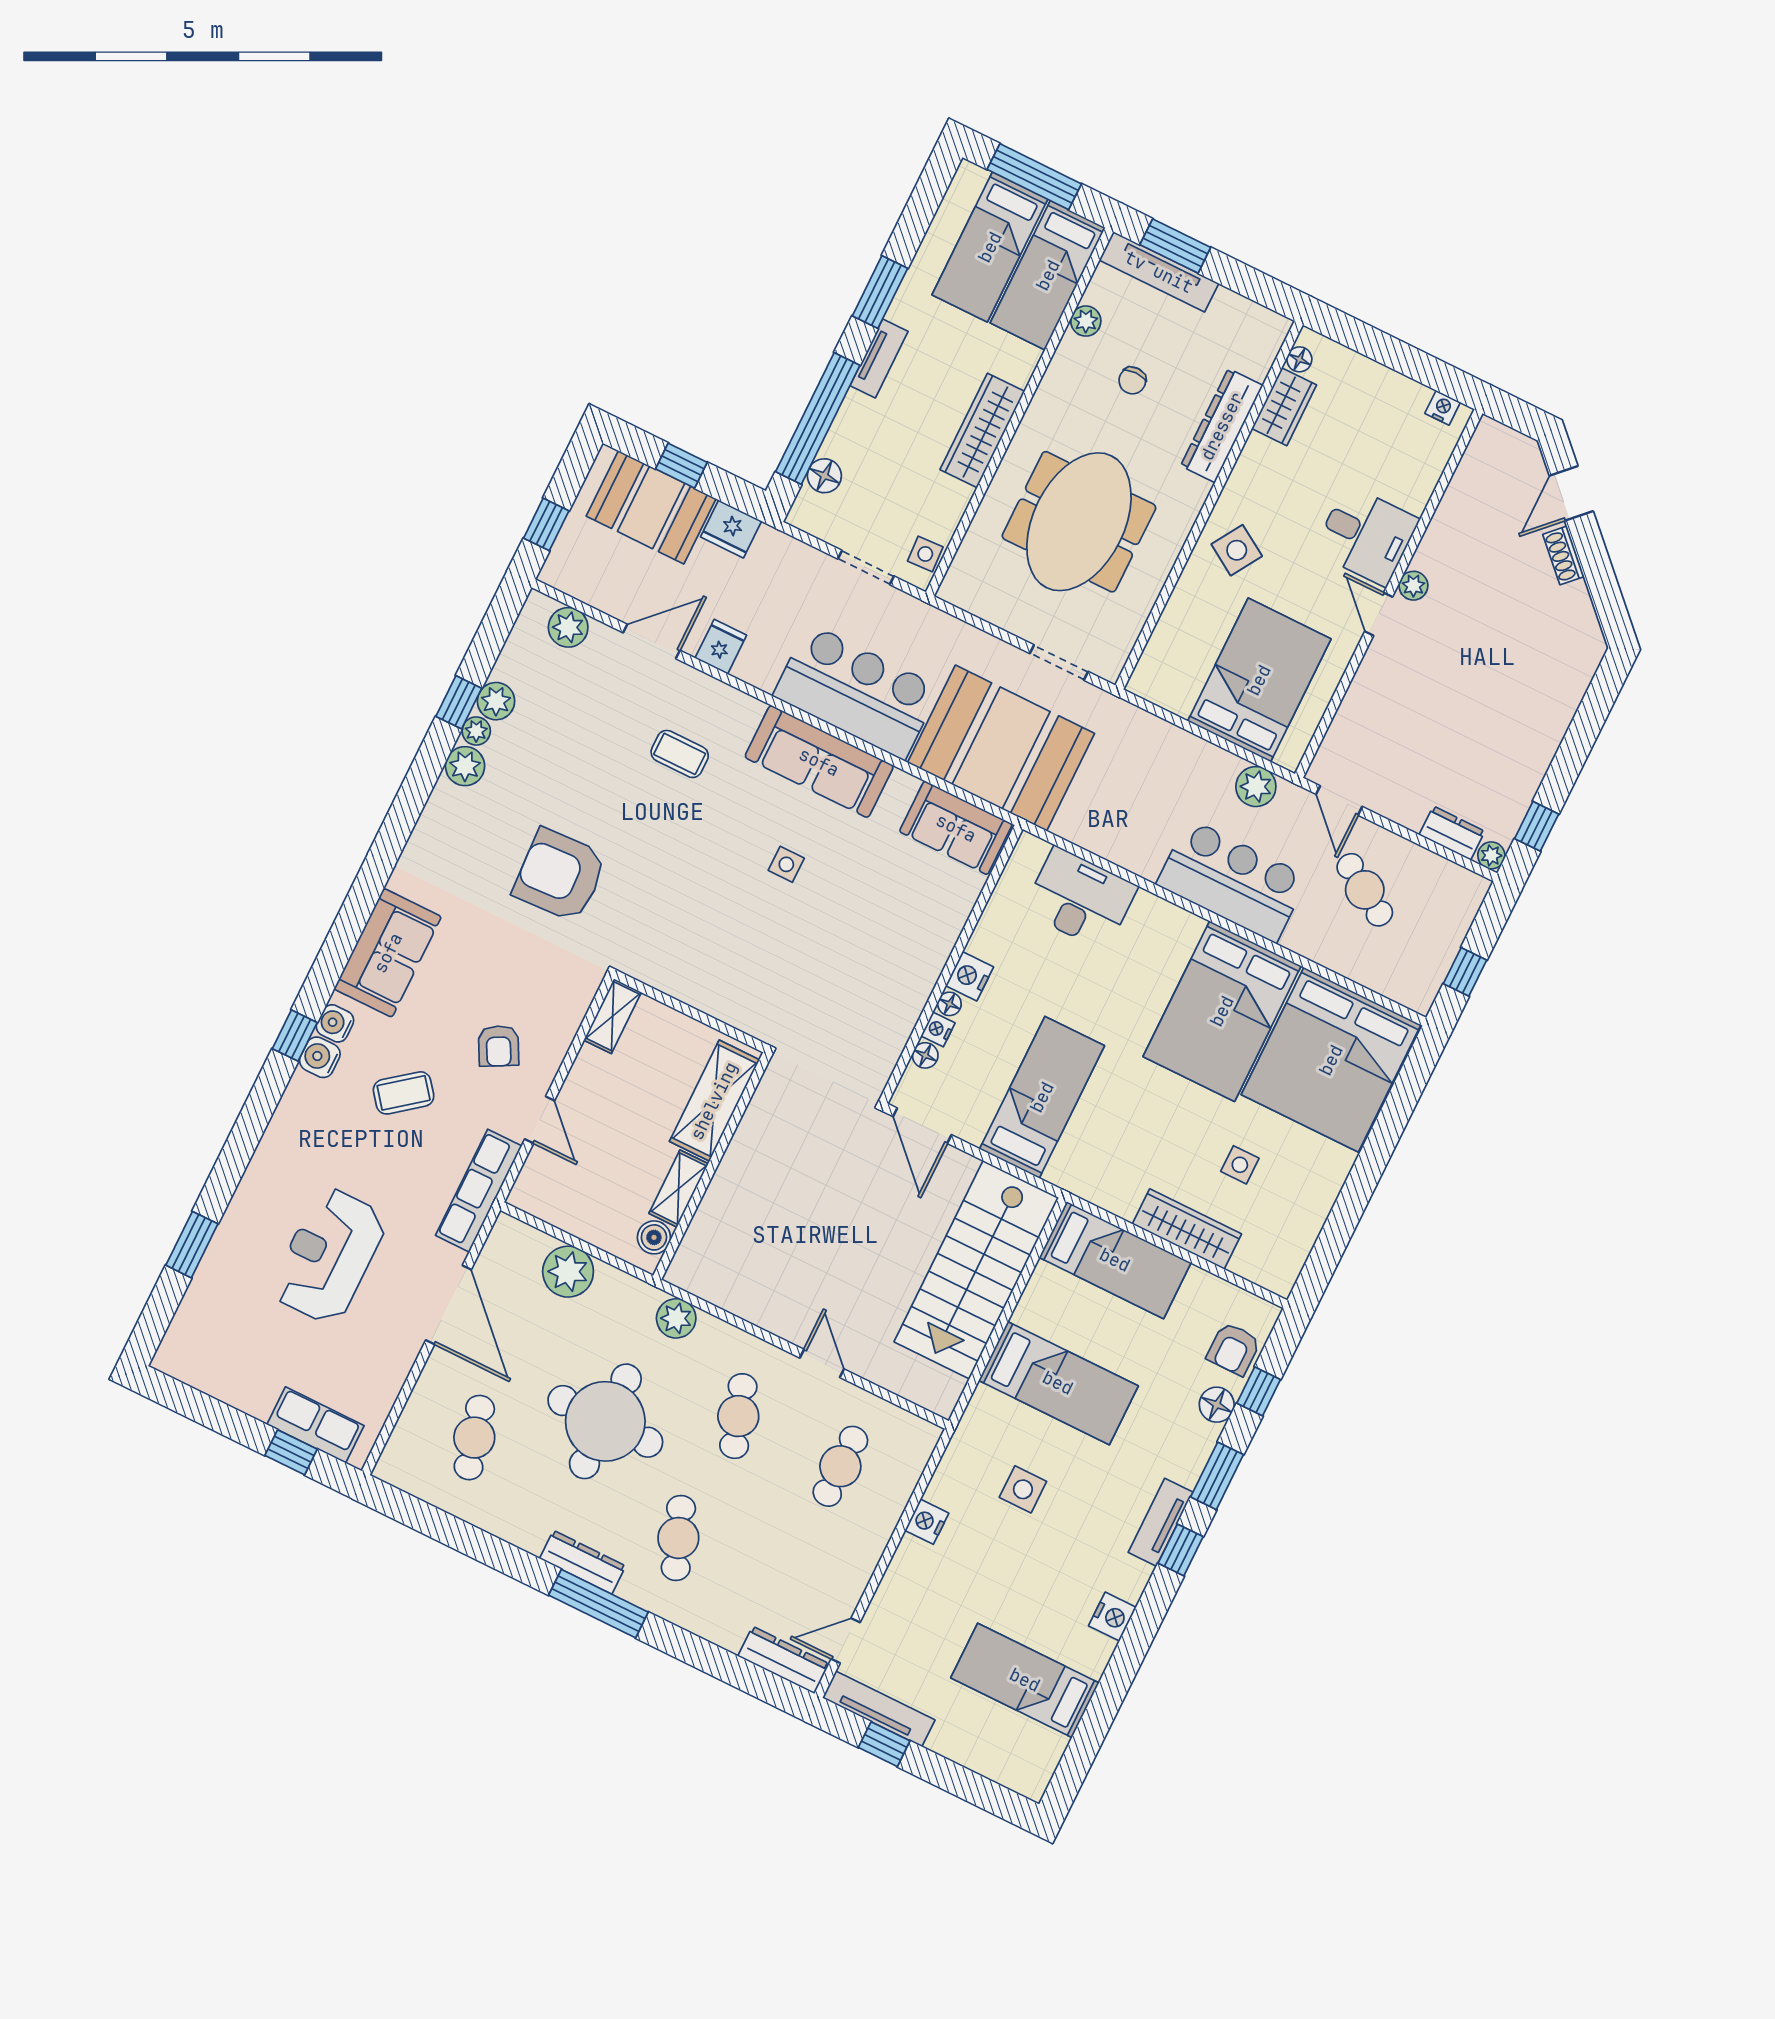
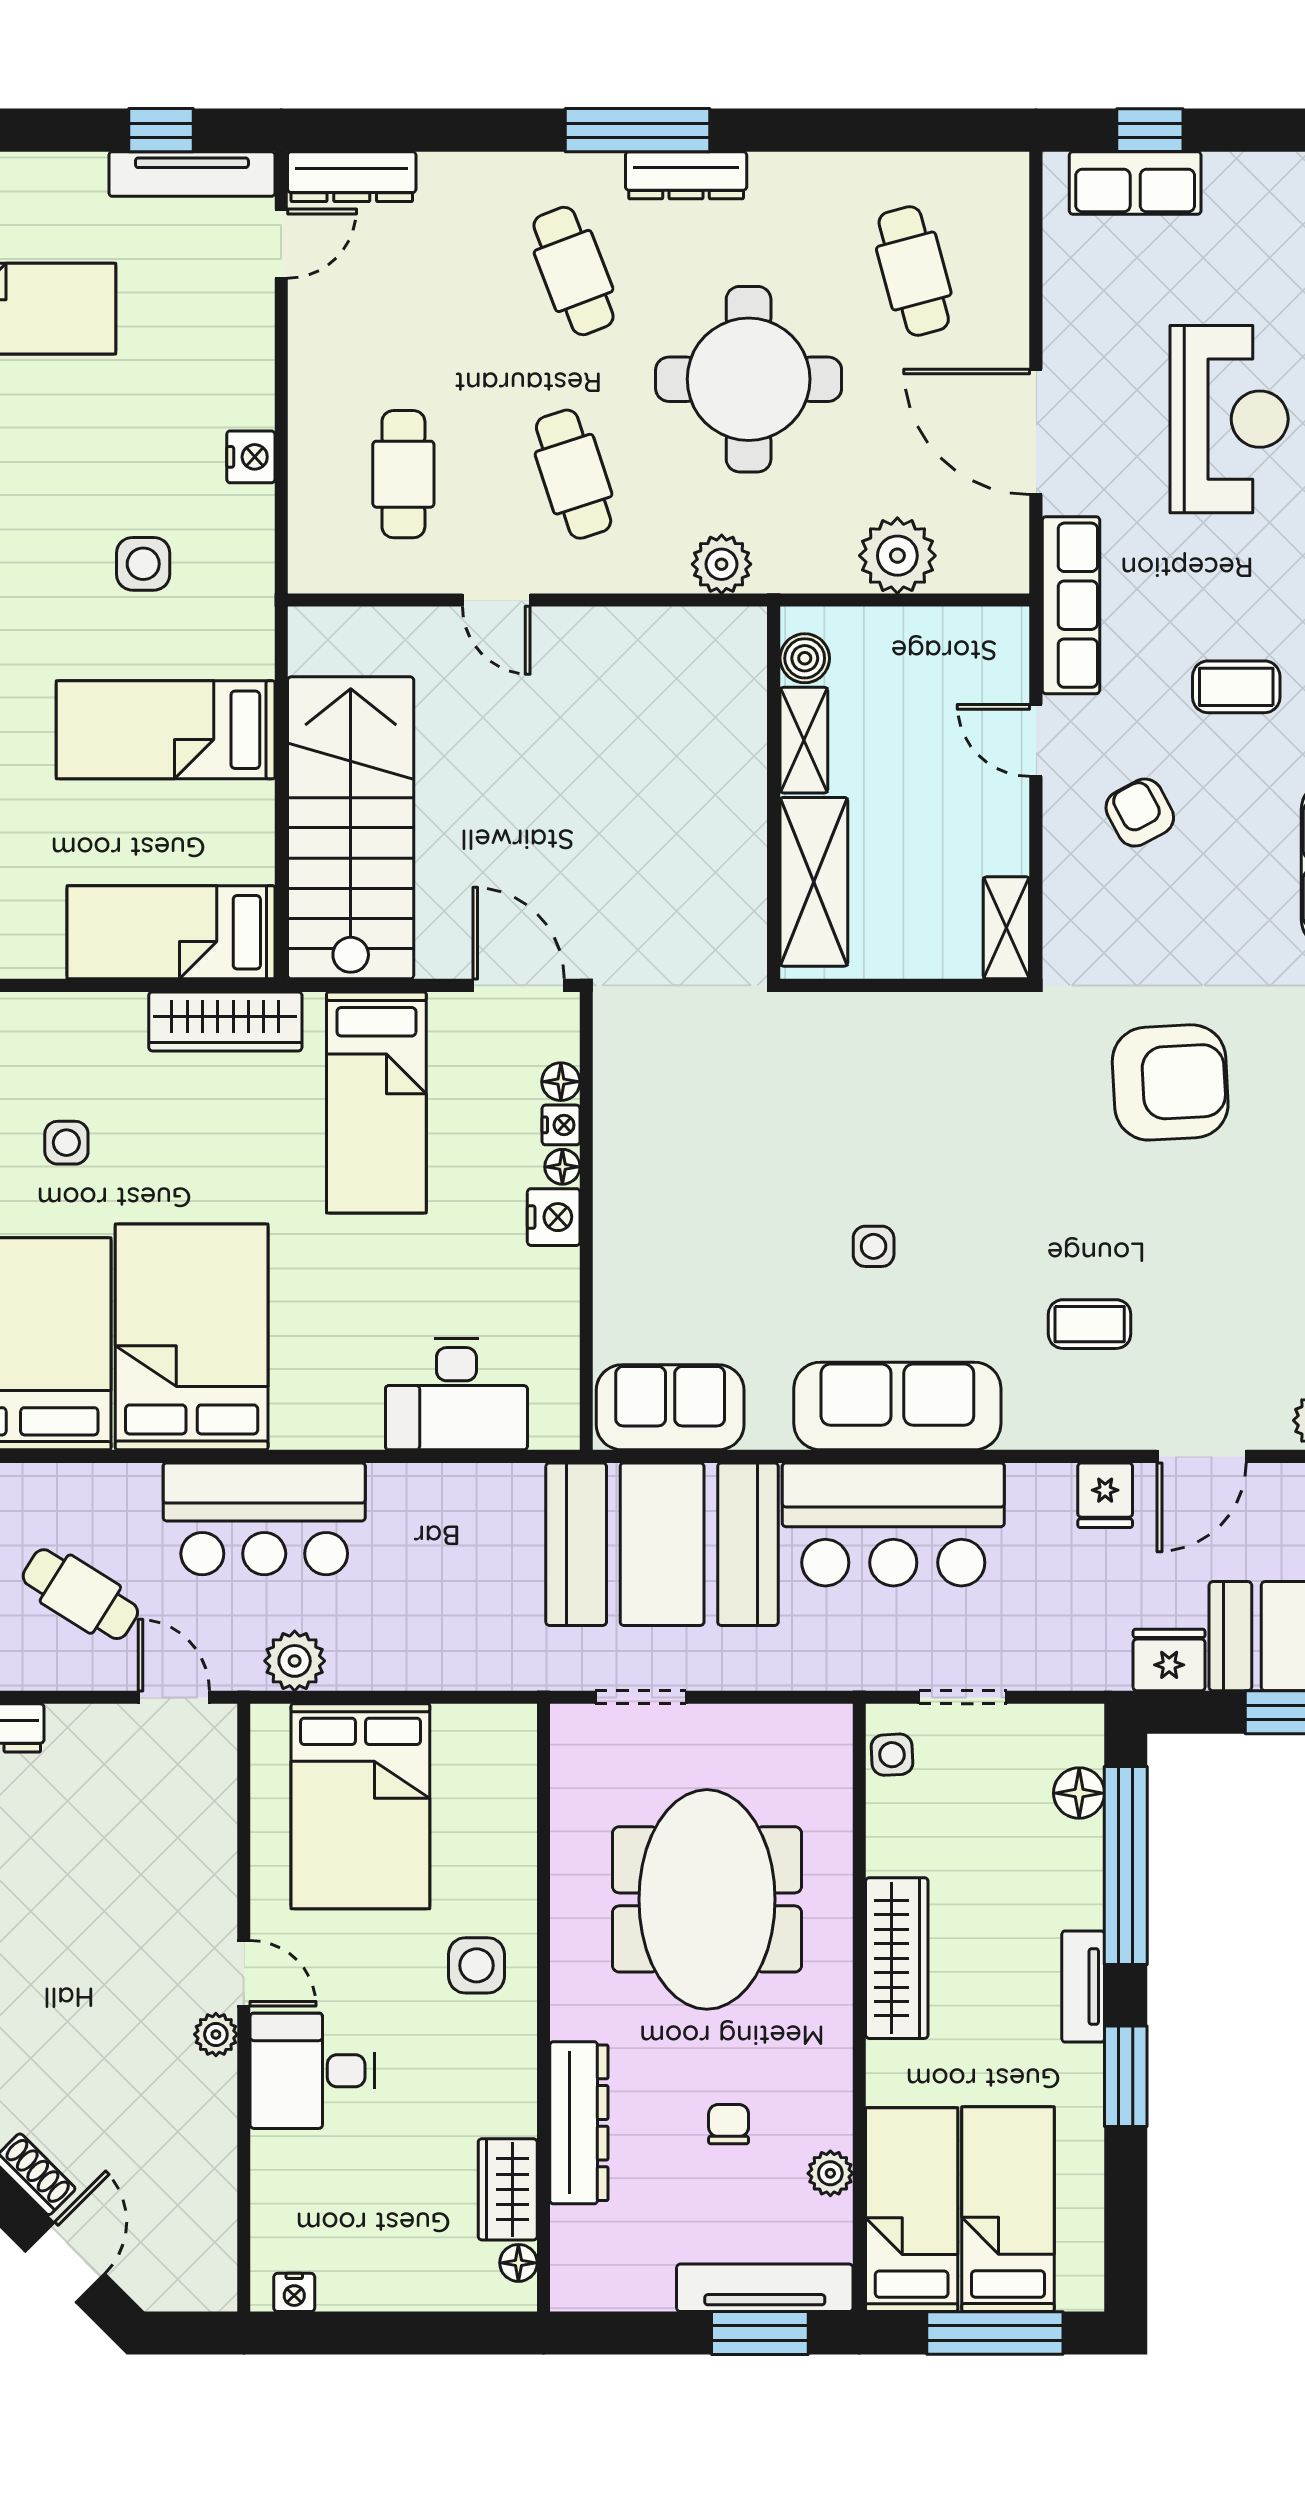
side table: (1237, 550) -> (477, 1965), turned -32
coffee table: (404, 1093) -> (1236, 687), turned 38
wardrobe: (1187, 1229) -> (225, 1021), moved

